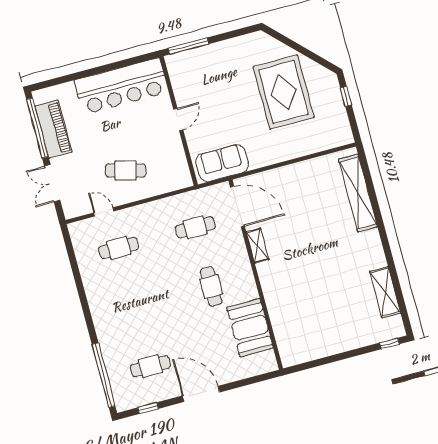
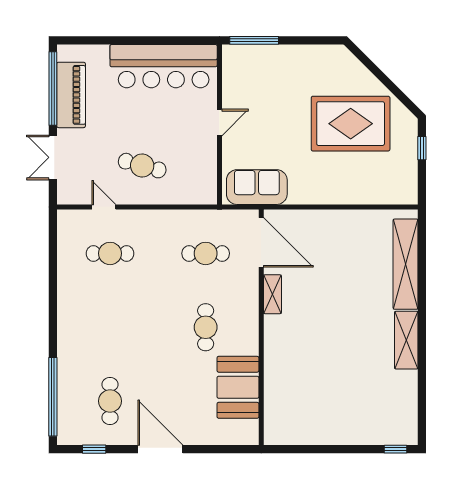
rug: (284, 92) -> (351, 124), turned 90
shelving: (385, 292) -> (406, 340), moved
cafe table: (150, 366) -> (110, 401), turned 90

